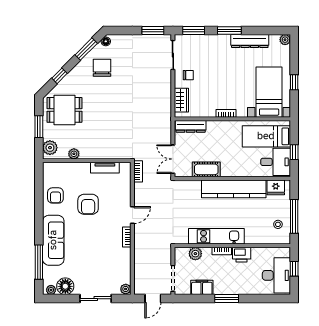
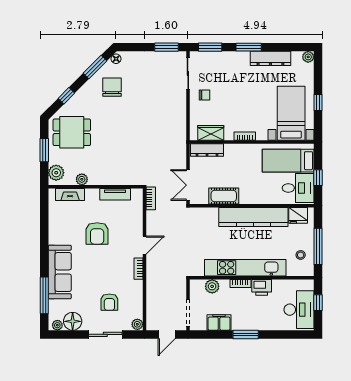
wardrobe: (181, 100) -> (211, 133), moved, turned -90
fireplace: (63, 168) -> (70, 194), added
armchair: (55, 195) -> (109, 302), moved
kitchen unit: (216, 236) -> (245, 268), width x1.36

